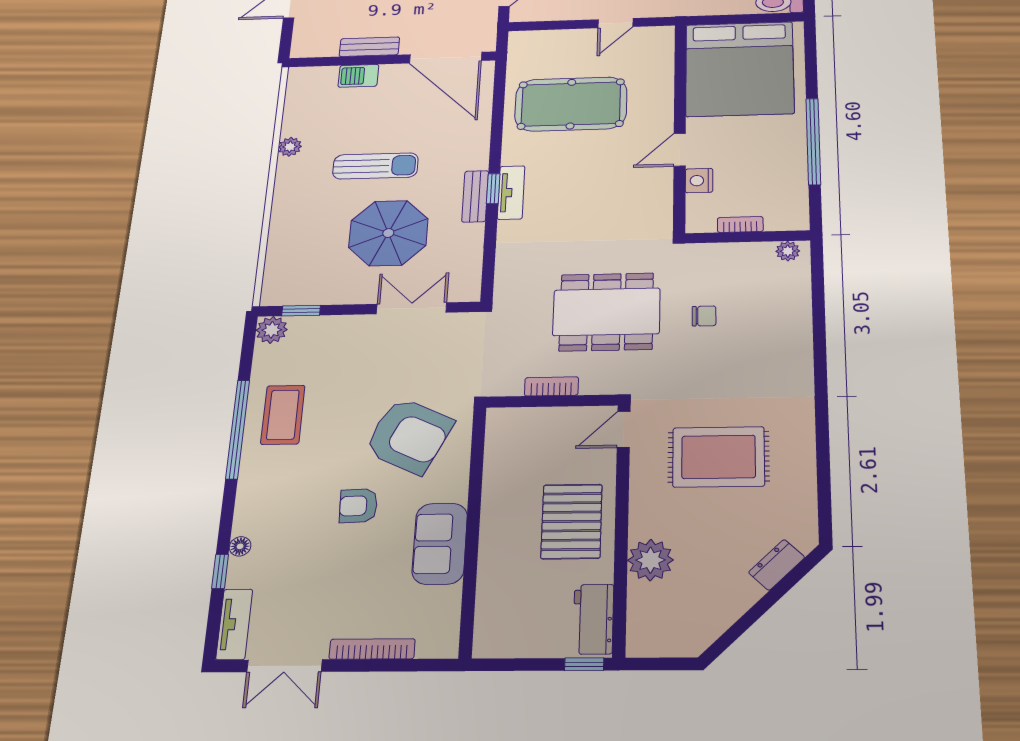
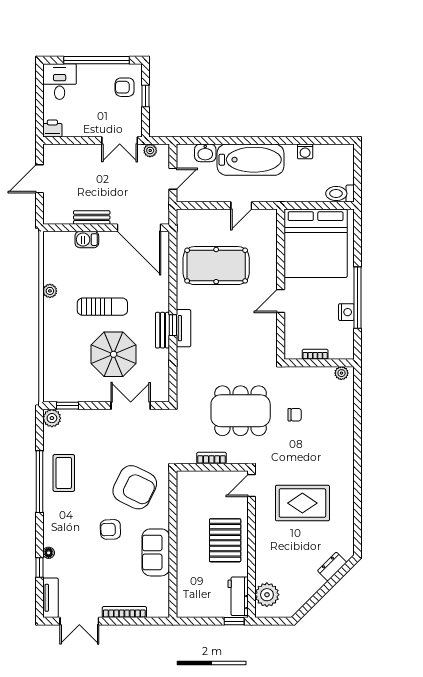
nightstand: (699, 181) -> (346, 312), moved, turned 180
plant: (650, 560) -> (267, 595), moved

